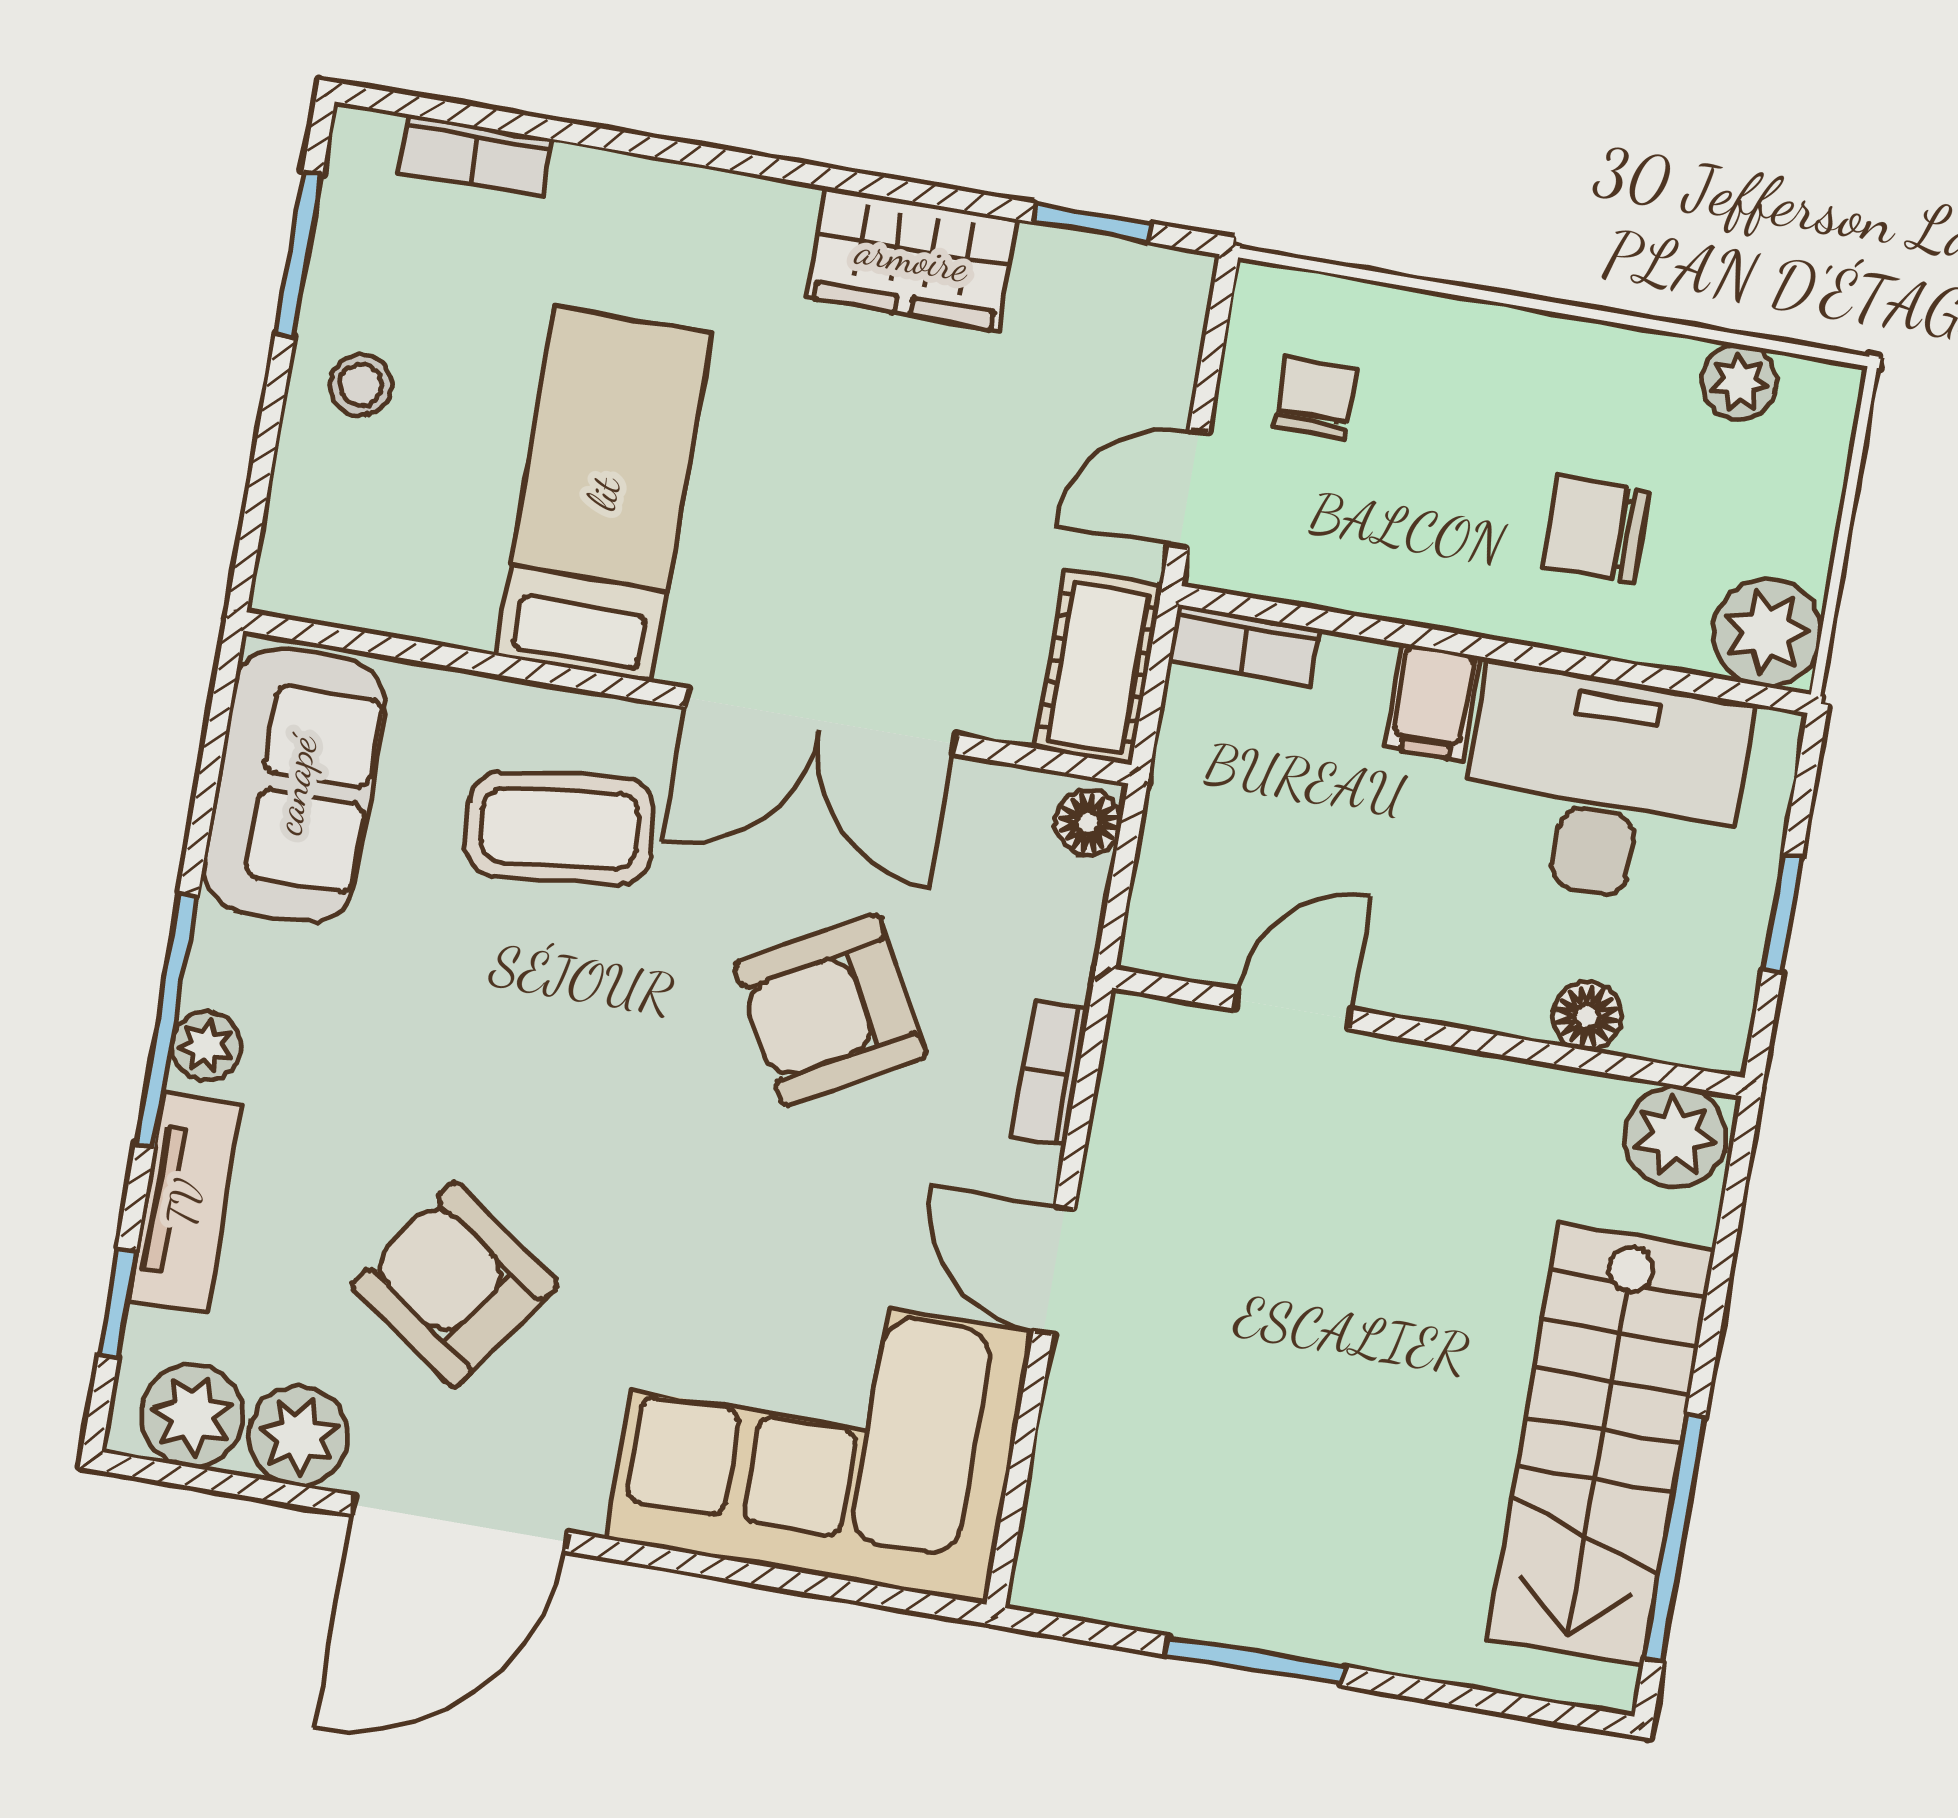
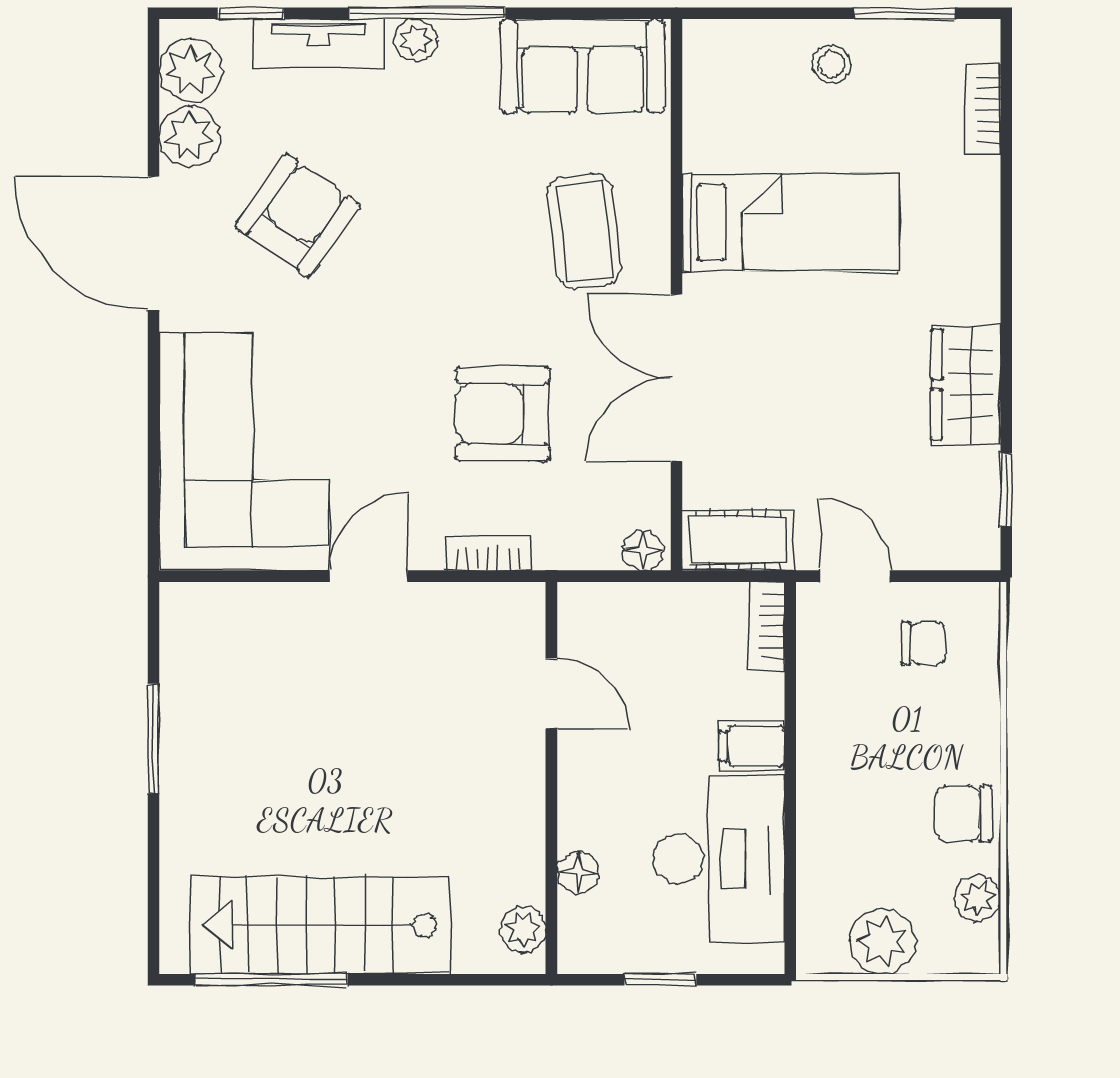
chair: (1596, 530) -> (963, 814), moved, turned -90
plant: (1767, 632) -> (882, 941), moved
armchair: (830, 1010) -> (503, 414), turned -61
plant: (1675, 1136) -> (523, 930), width x0.73, depth x0.73

